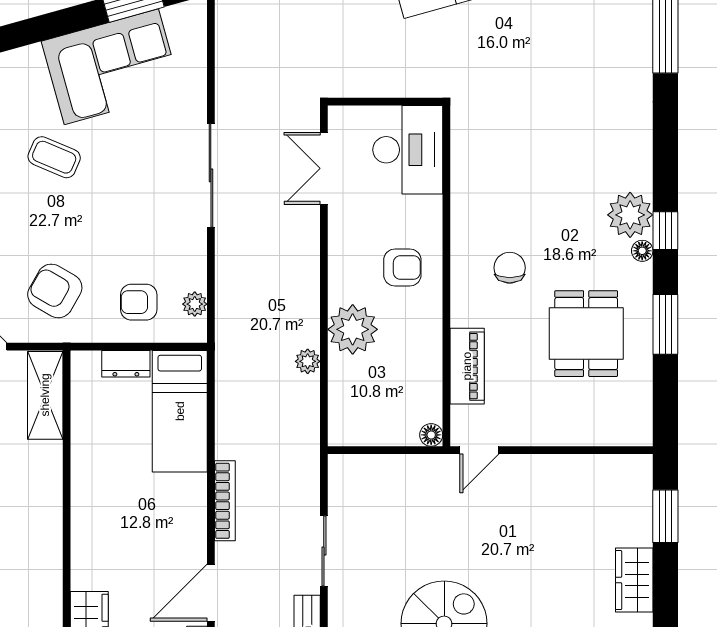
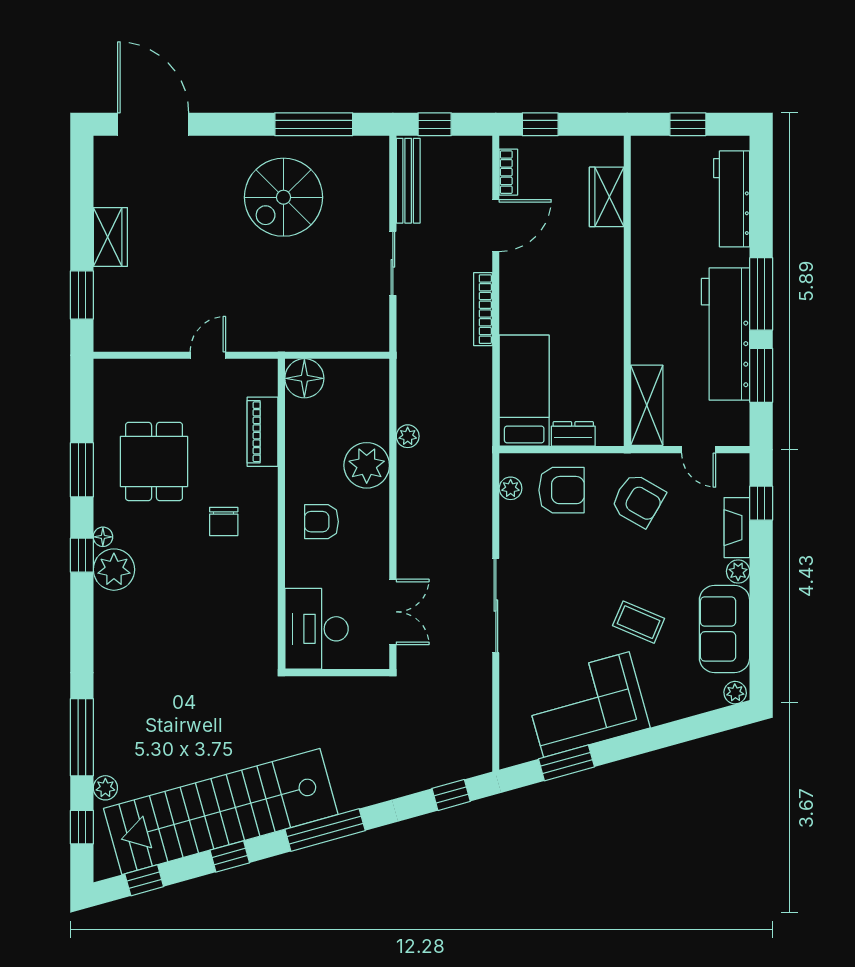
armchair: (139, 302) -> (562, 490), width x1.38, depth x1.38
floor lamp: (431, 435) -> (304, 378), width x1.89, depth x1.89
door: (479, 450) -> (208, 355), moved

